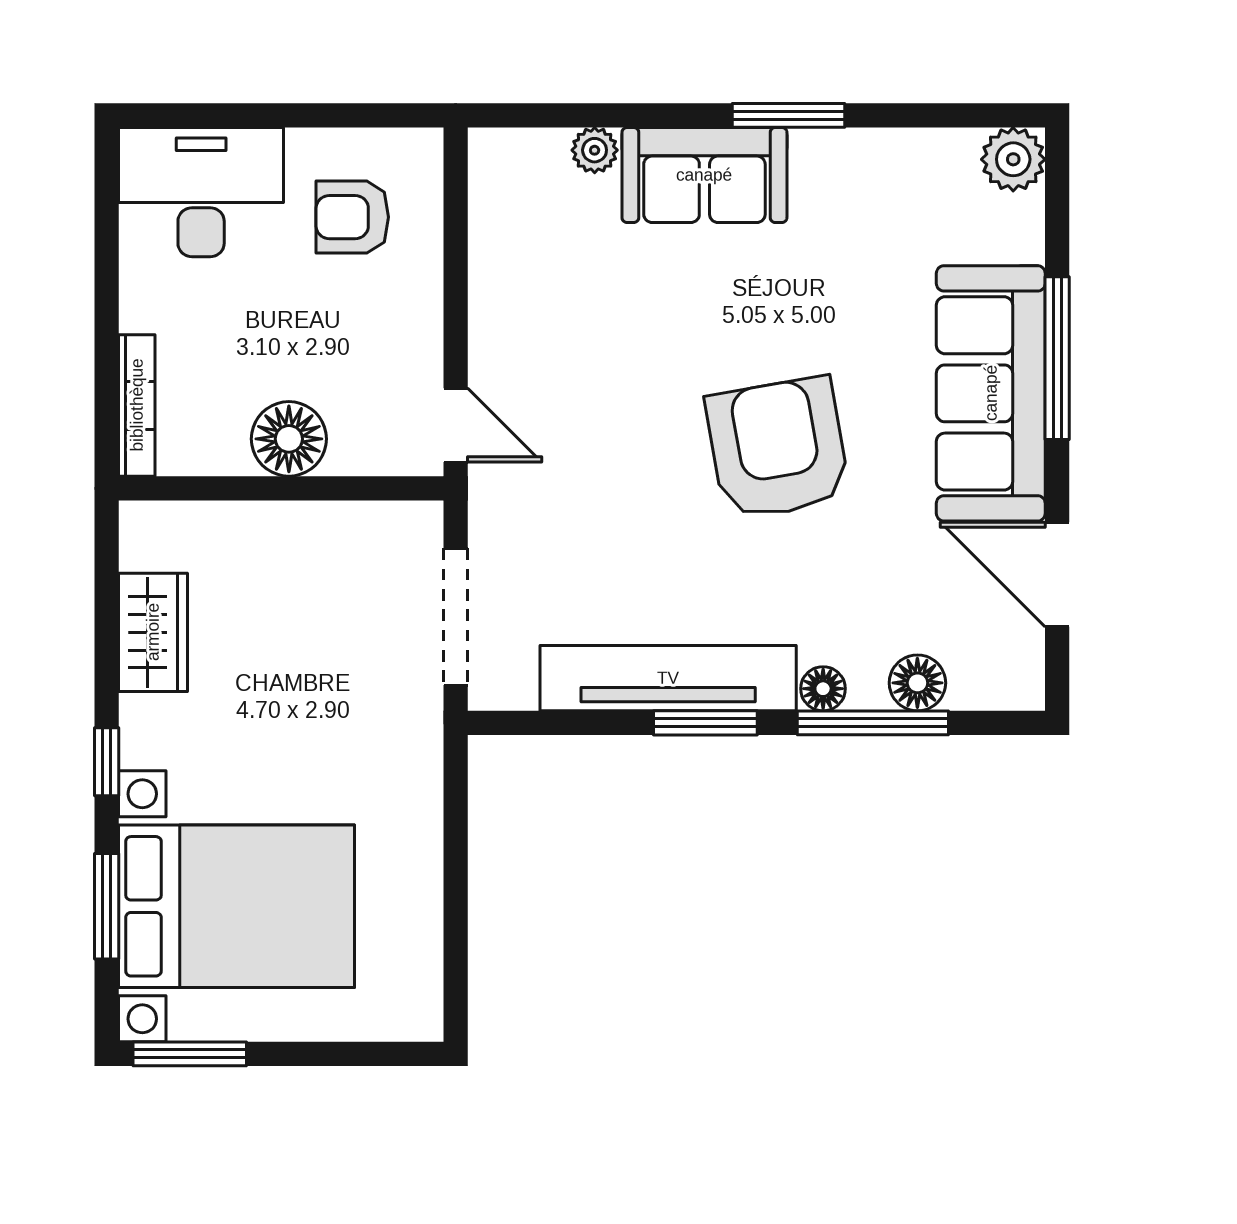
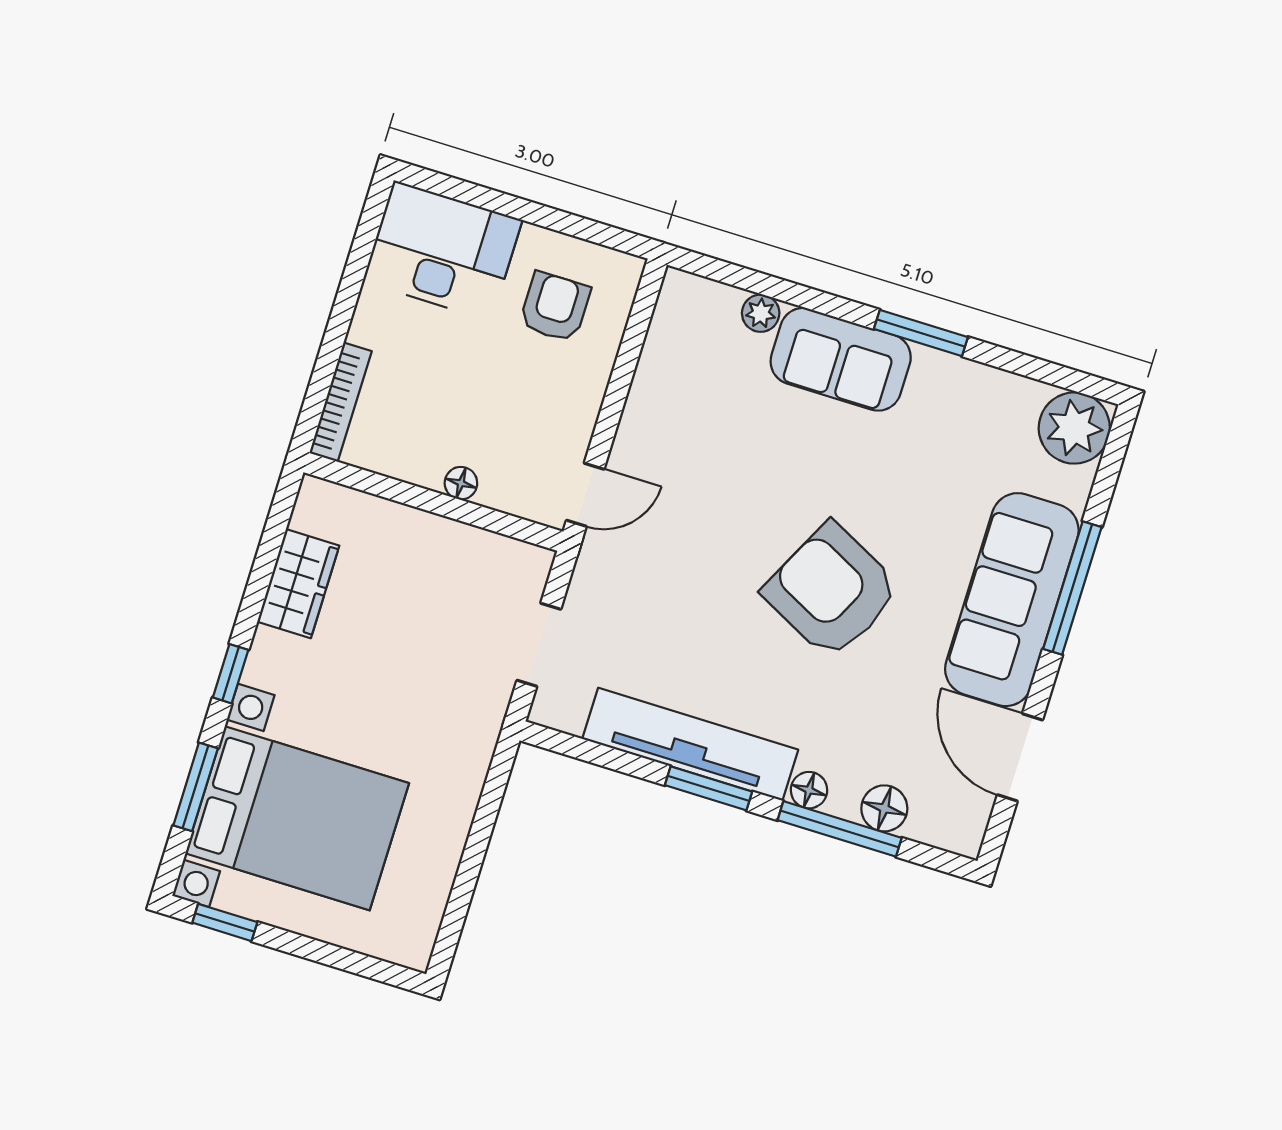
plant: (1013, 159) -> (1074, 428), width x1.36, depth x1.36
armchair: (352, 217) -> (555, 307), turned 90
door: (456, 425) -> (585, 495), hinge flipped
floor lamp: (289, 439) -> (461, 483), width x0.53, depth x0.53
armchair: (778, 448) -> (832, 591), turned -53
doorway: (456, 617) -> (539, 645), width x0.73
window: (190, 1054) -> (225, 922), width x0.67

